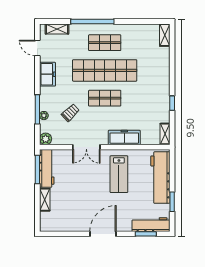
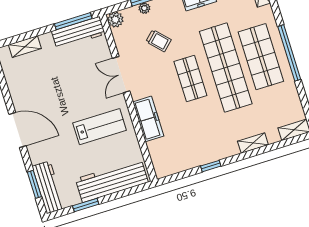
window: (92, 21) -> (289, 53), moved
shop shelf: (105, 43) -> (261, 57), width x1.43, depth x1.36
shelving: (165, 134) -> (253, 143), moved
lab bench: (119, 174) -> (100, 127), turned 180
shelving: (45, 200) -> (25, 47), moved

